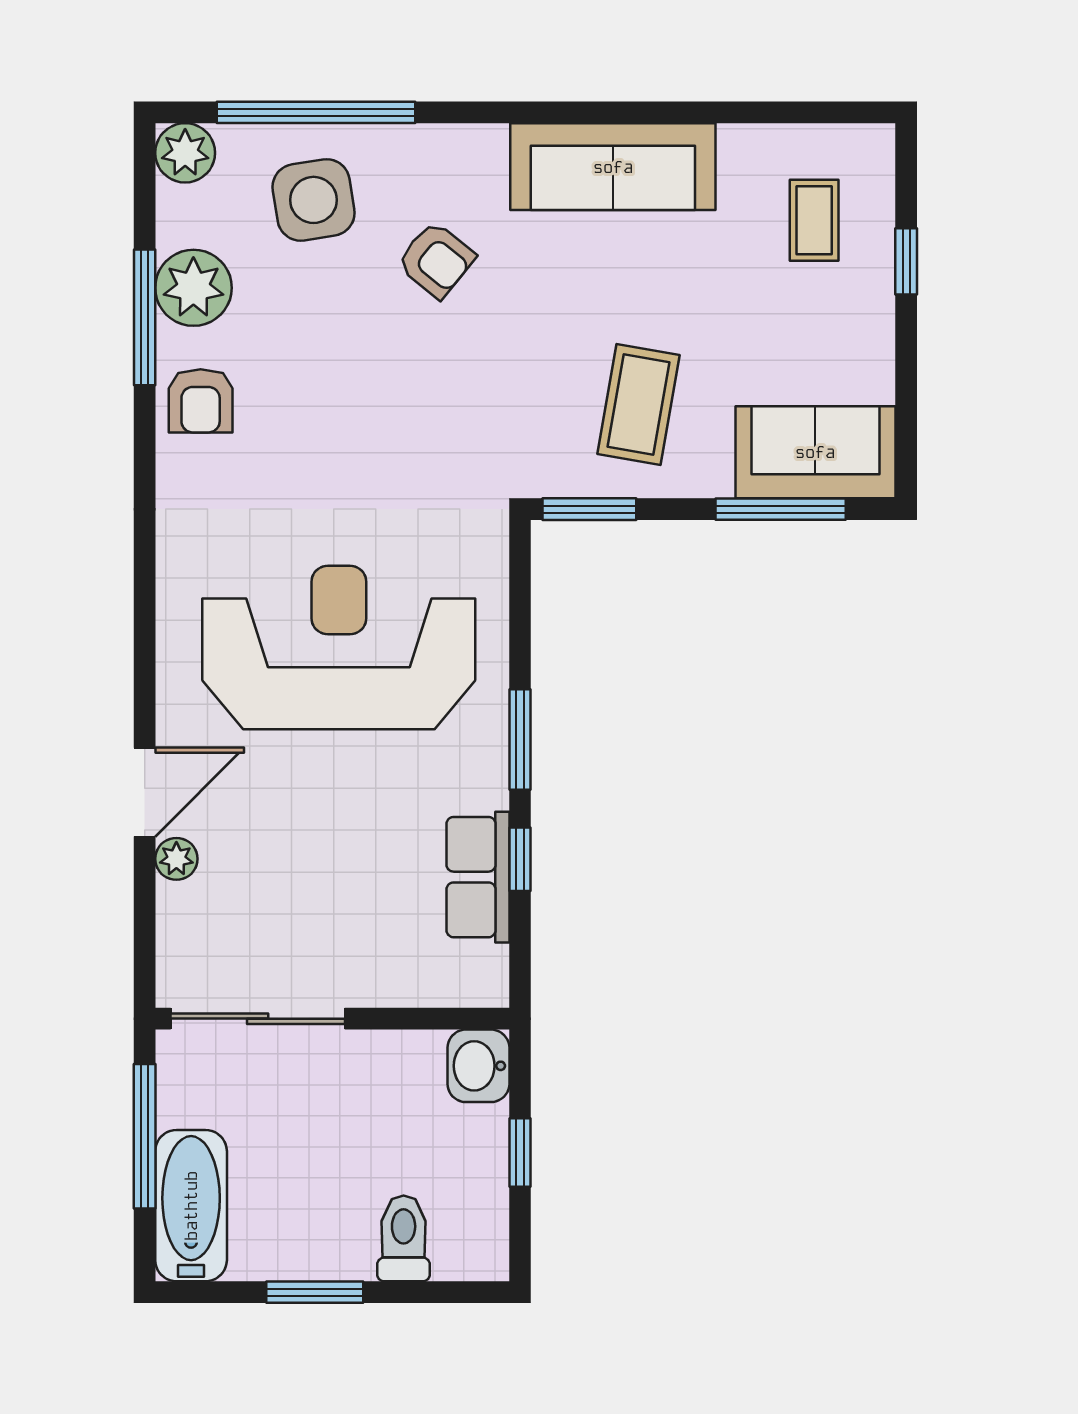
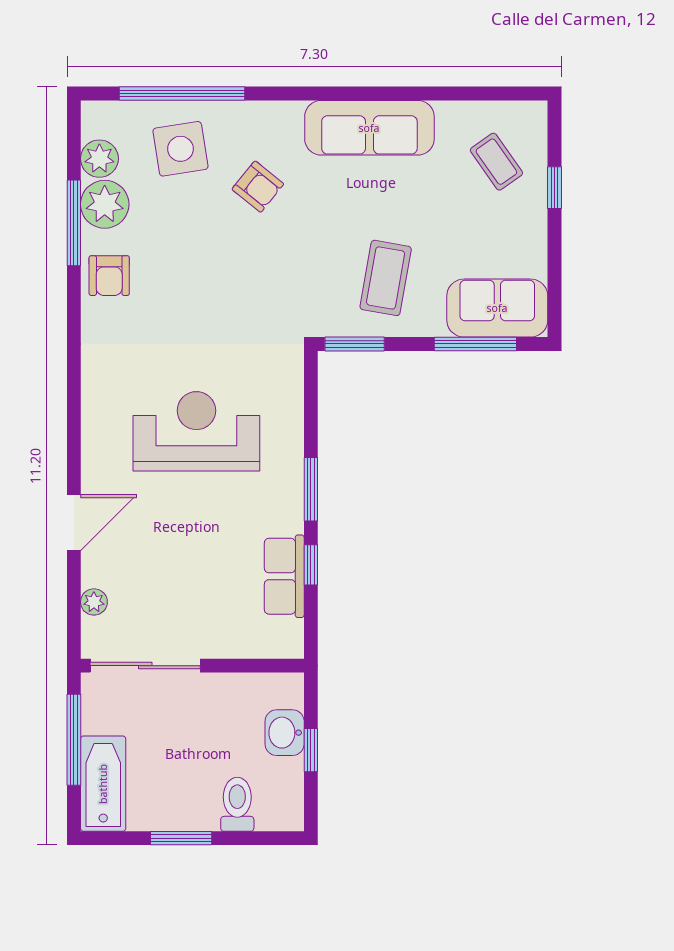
plant: (185, 153) -> (99, 159), moved
coffee table: (814, 220) -> (496, 162), turned -35
reception desk: (339, 648) -> (196, 431), width x0.74, depth x0.77
plant: (176, 859) -> (94, 602), moved
washbasin: (478, 1066) -> (285, 733), moved

